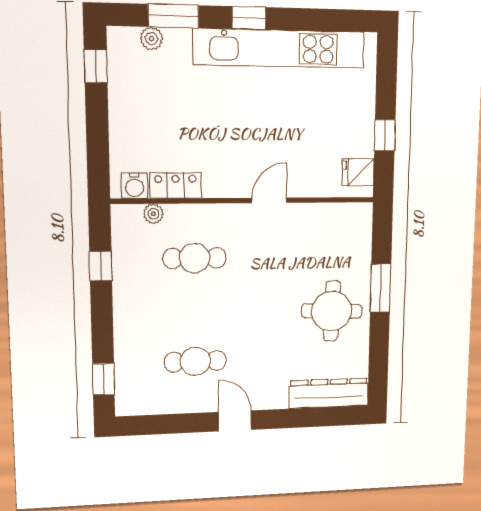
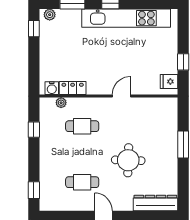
plant: (151, 39) -> (50, 15), moved
round table: (332, 311) -> (128, 160), moved

